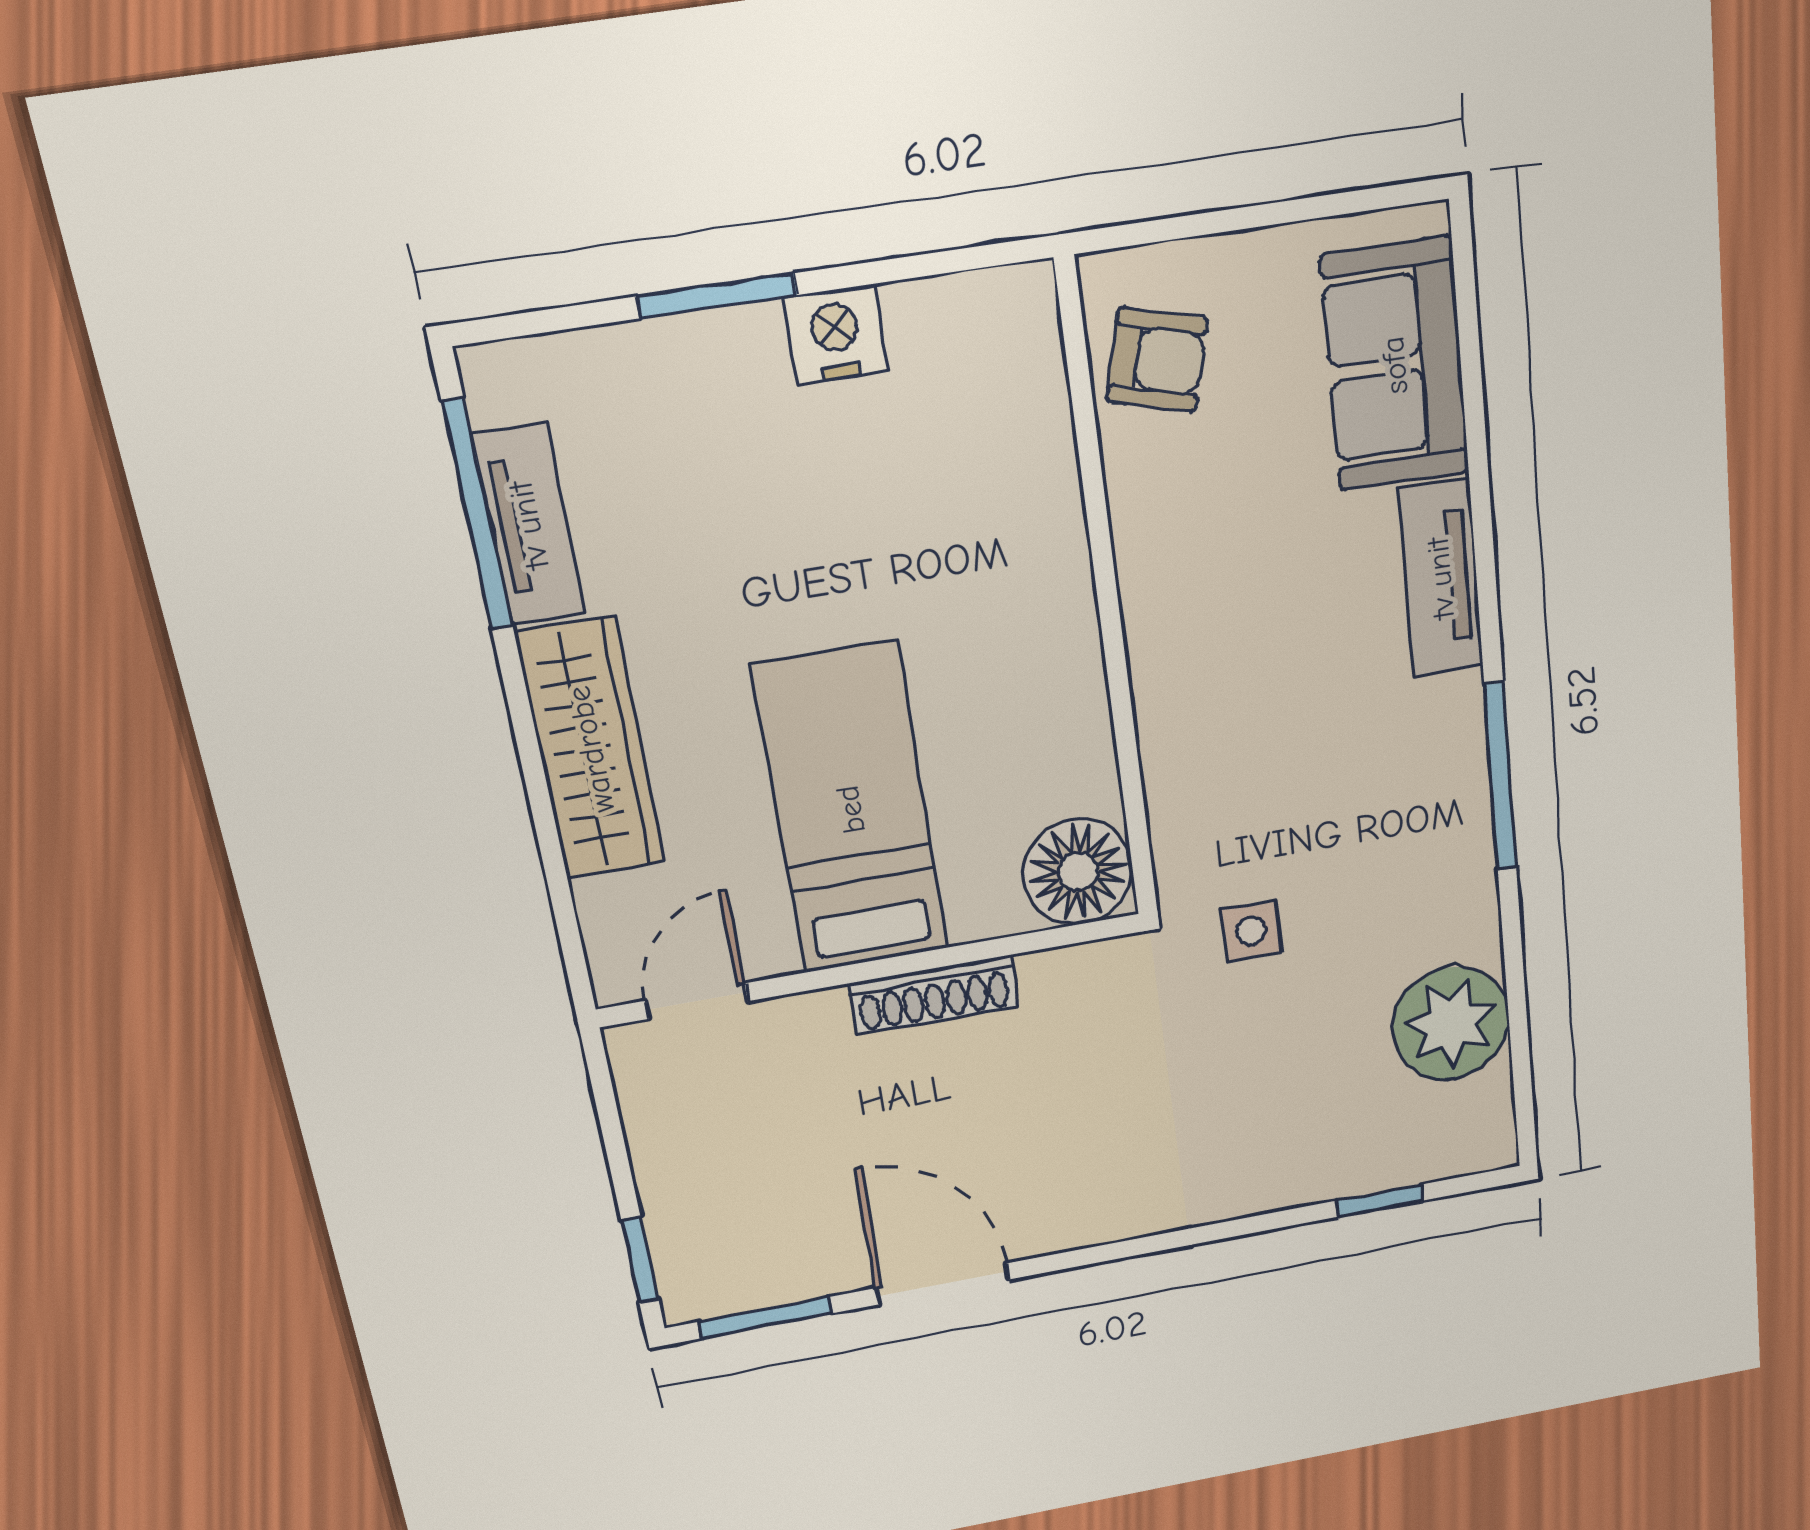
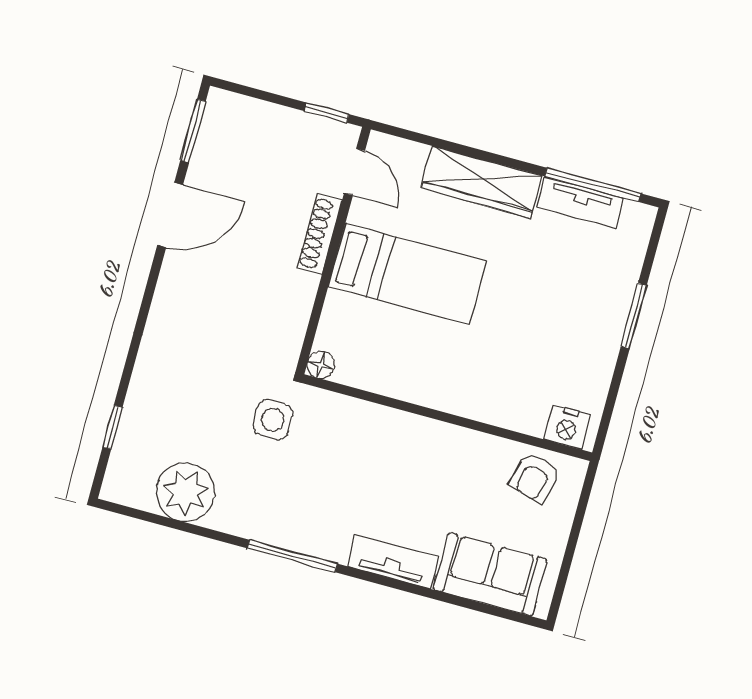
nightstand: (835, 334) -> (567, 427), moved, turned 90
floor lamp: (1078, 872) -> (321, 365), width x0.53, depth x0.53
side table: (1251, 931) -> (273, 420), width x1.37, depth x1.37
shoe rack: (934, 995) -> (319, 234), moved
window: (640, 1260) -> (327, 113), moved

